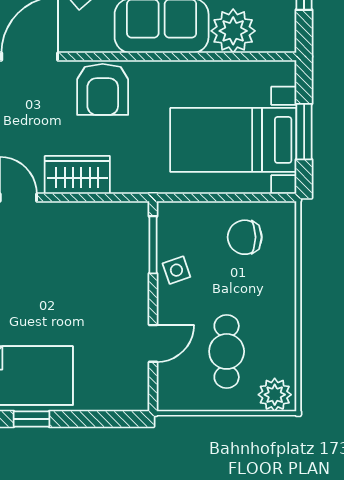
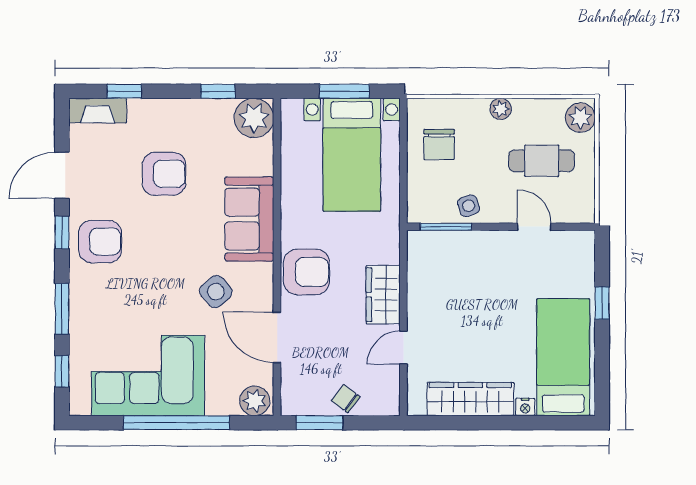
plant: (233, 31) -> (254, 118), moved
plant: (284, 306) -> (501, 109), added
window: (32, 419) -> (602, 303), moved

